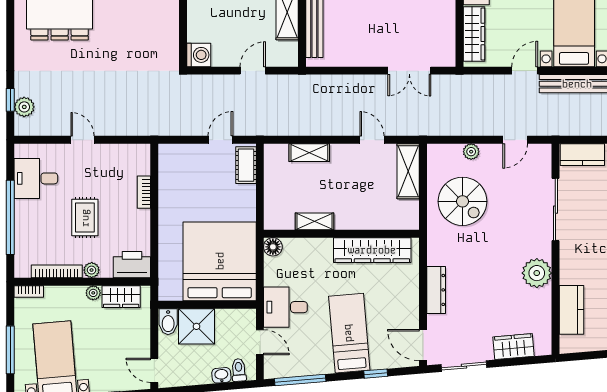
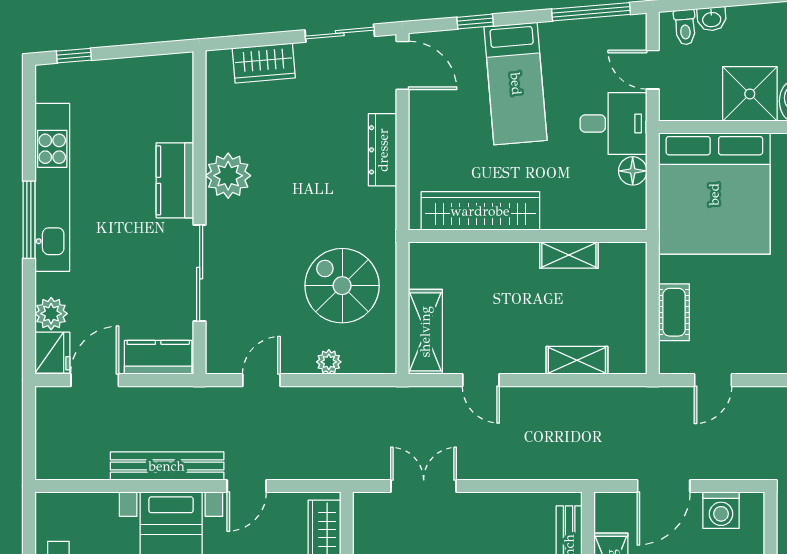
washing machine: (199, 55) -> (721, 510), moved, turned -90
door: (253, 71) -> (664, 486), width x1.38
cot: (246, 165) -> (674, 312), moved
floor lamp: (273, 247) -> (633, 171), moved
kitchen counter: (572, 310) -> (175, 180), moved

